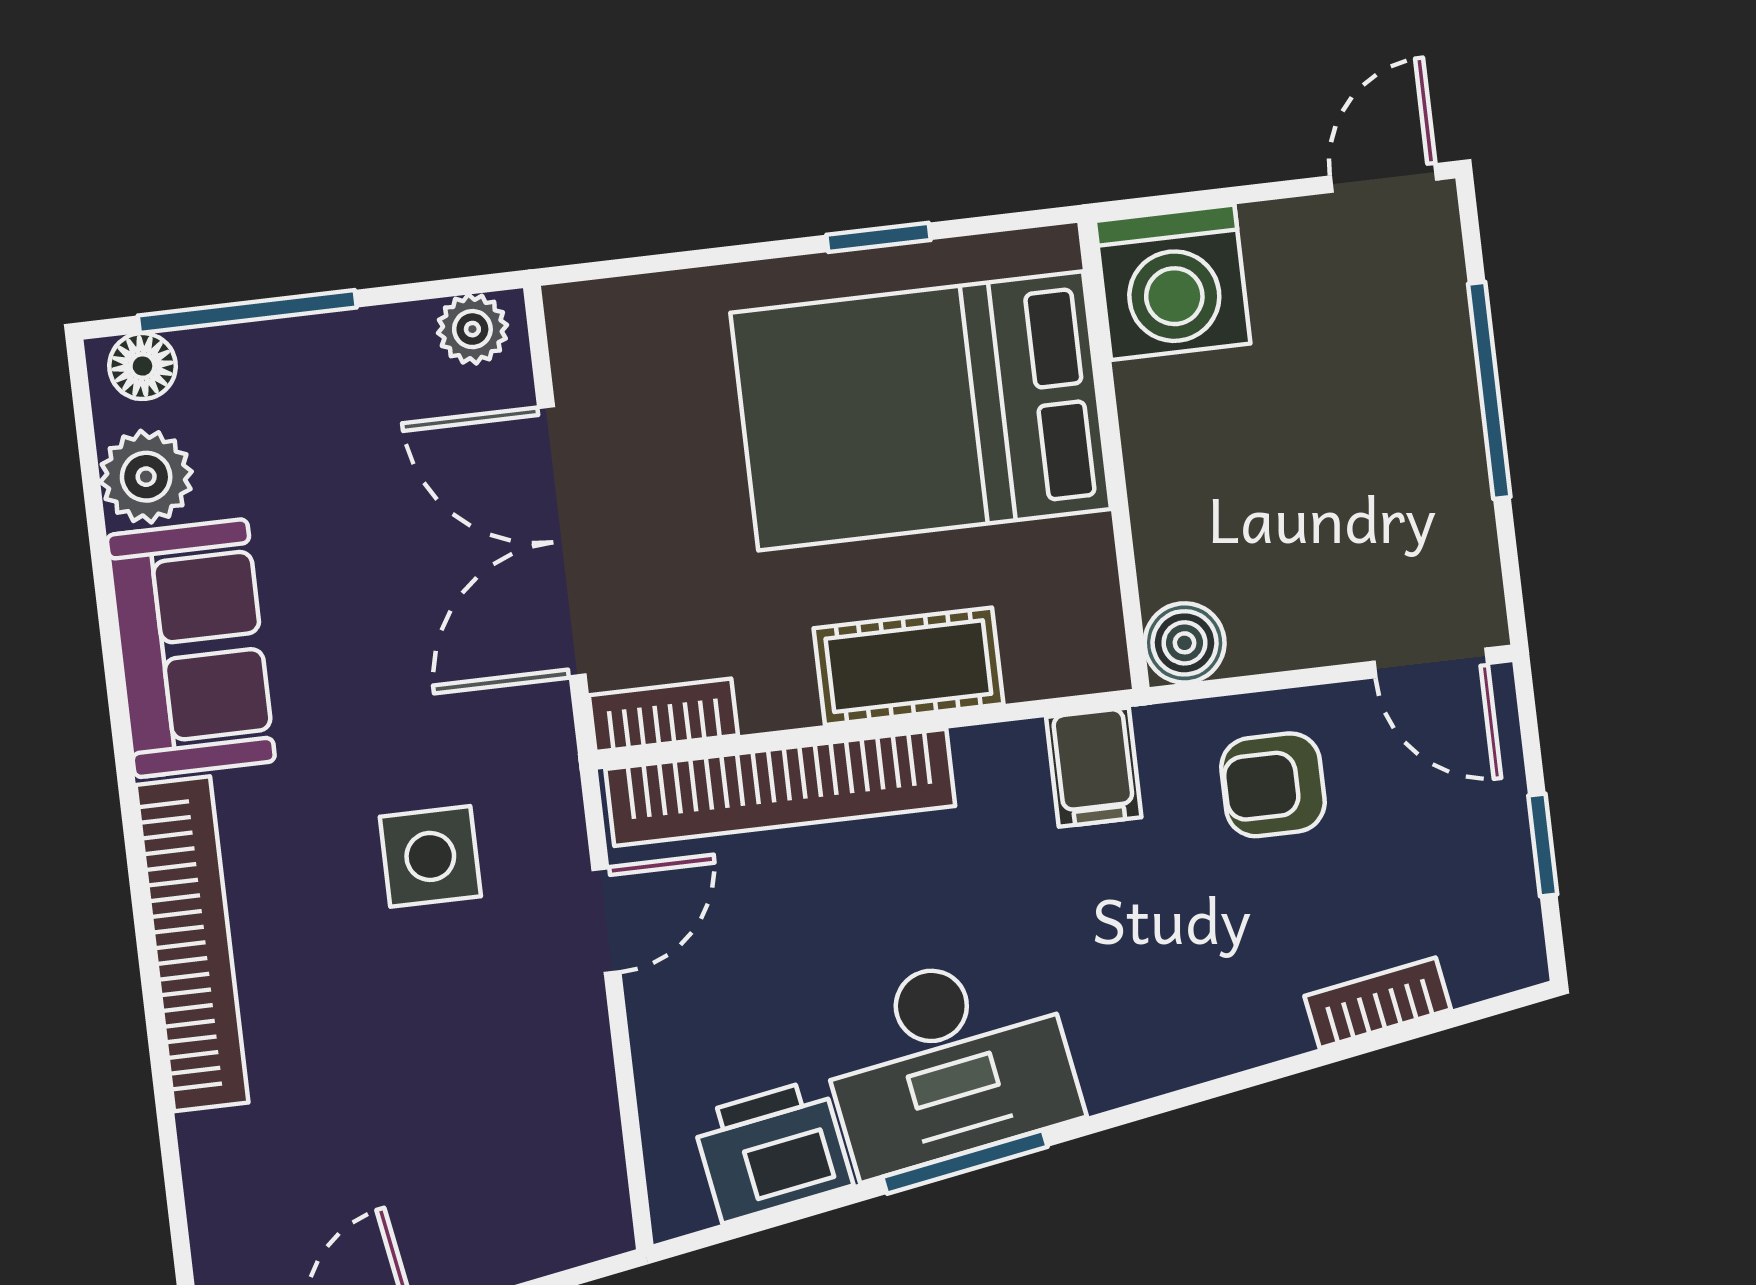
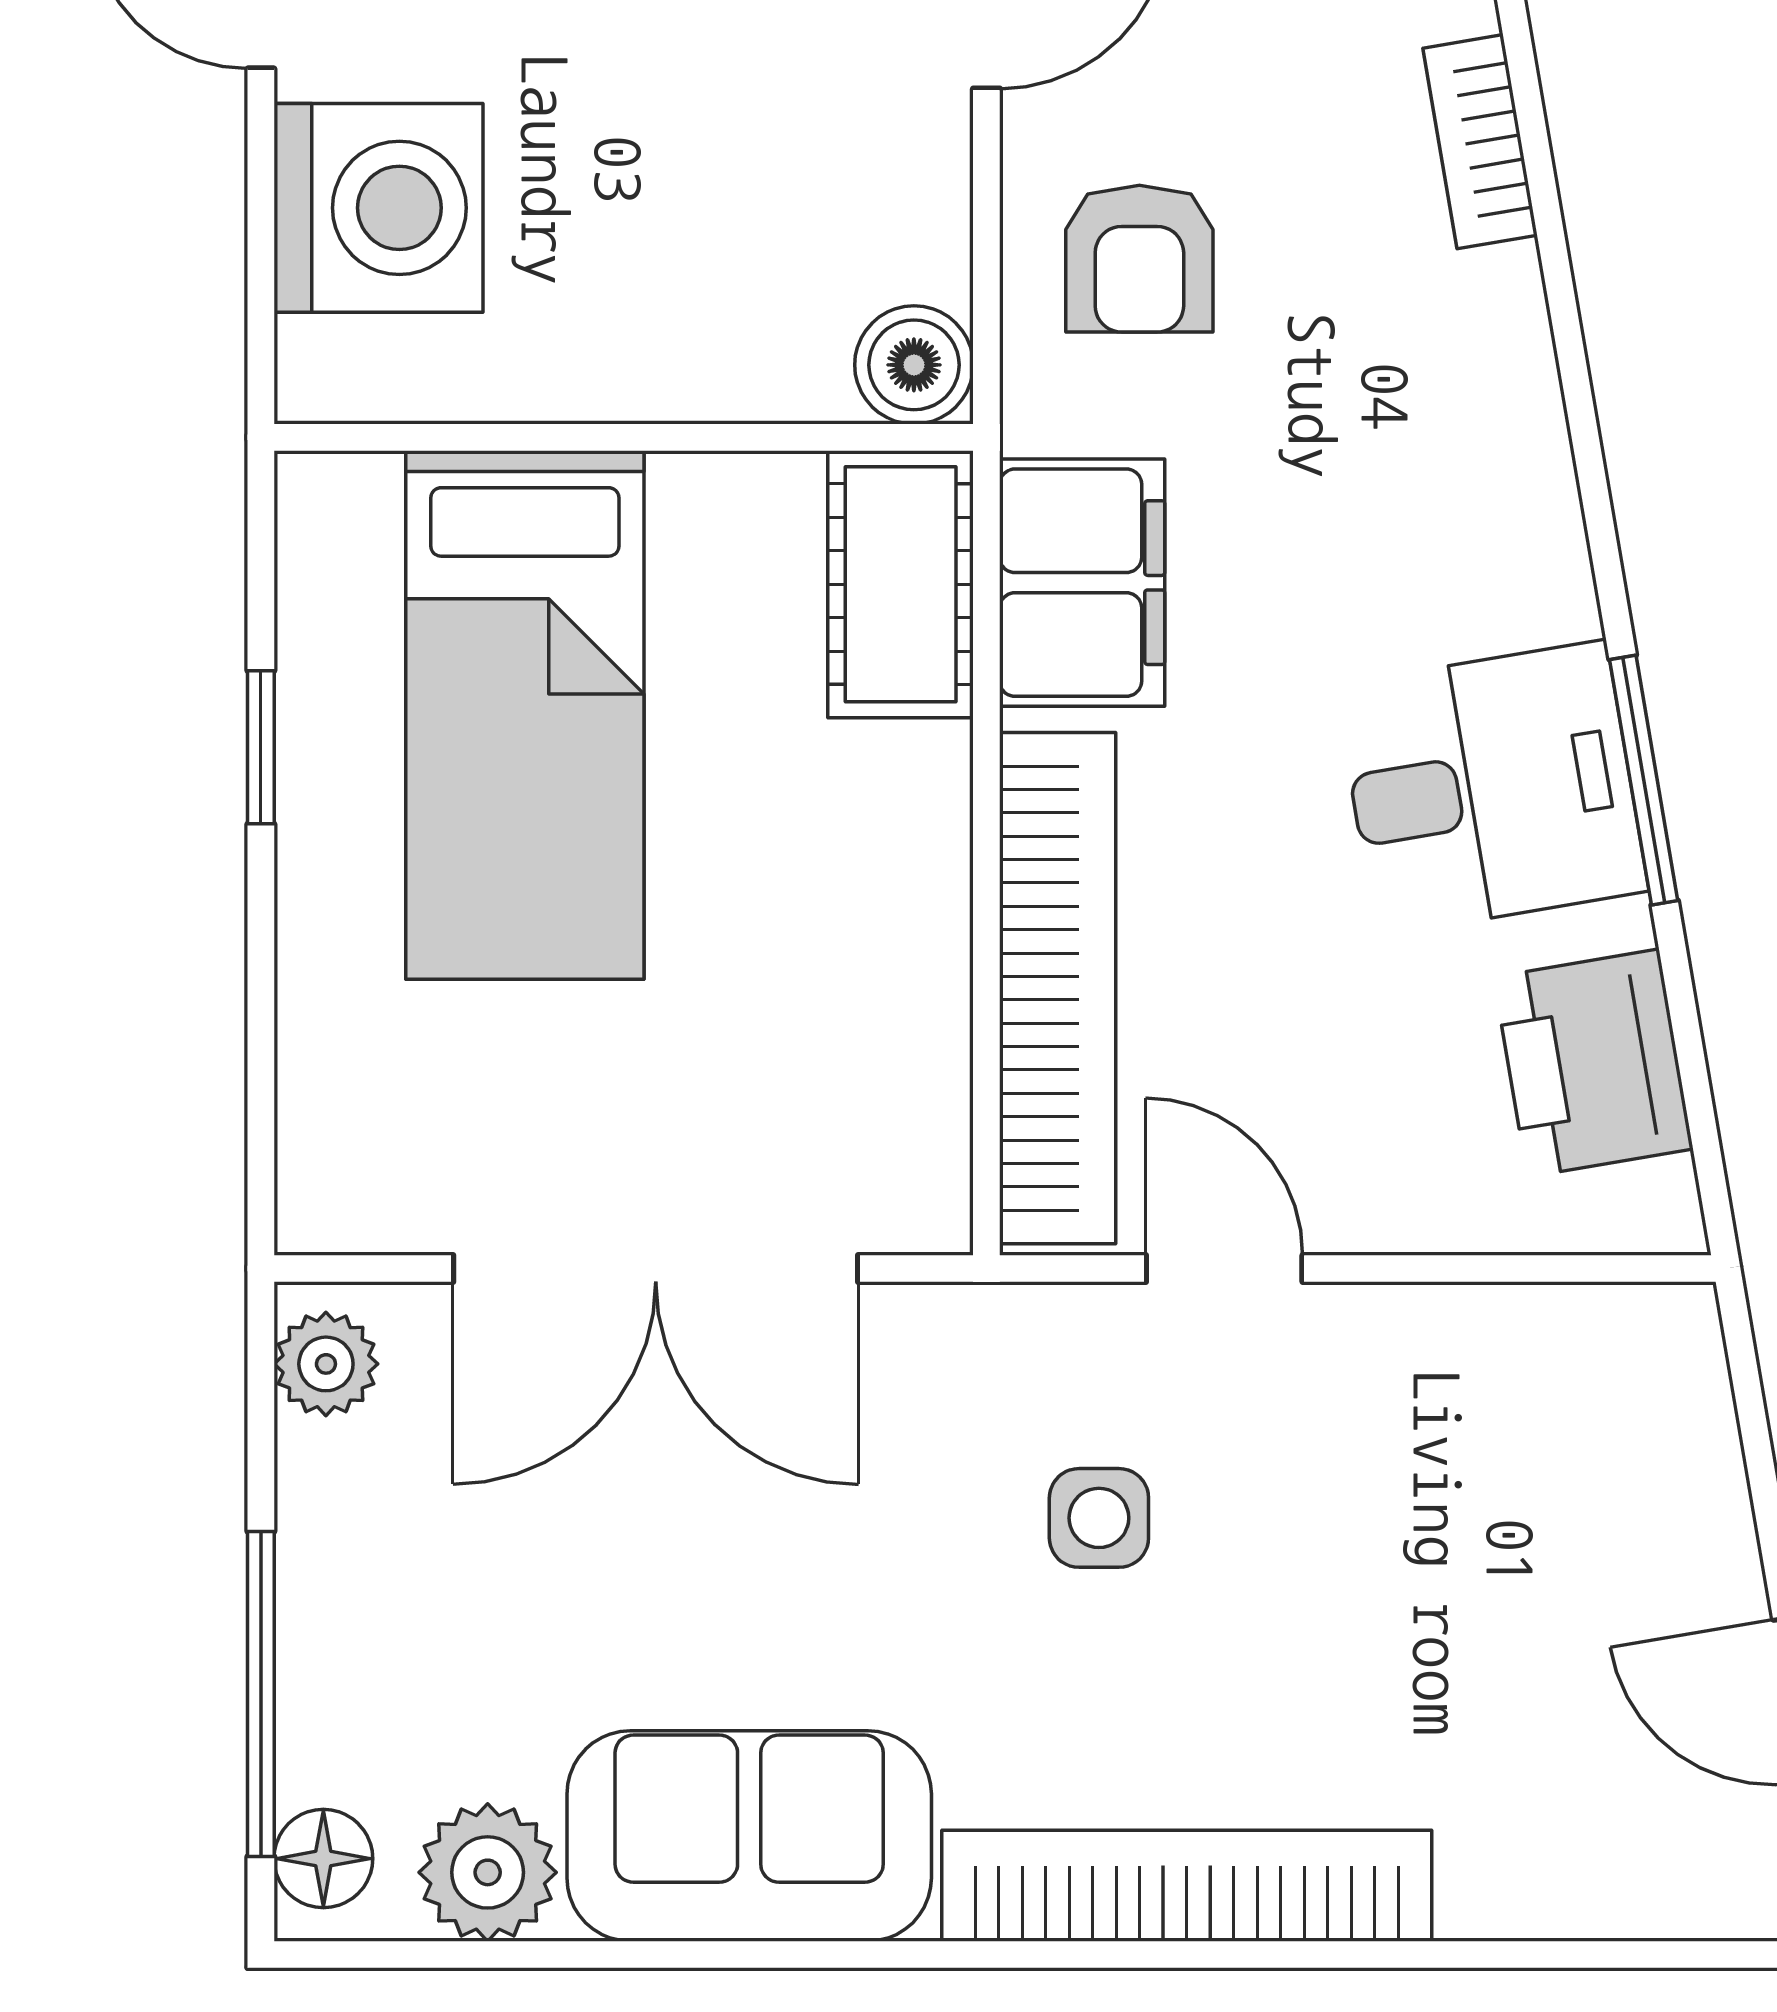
washing machine: (1173, 282) -> (378, 208), moved
bed: (921, 411) -> (525, 715), width x0.67
cot: (908, 666) -> (901, 584), moved
bookcase: (663, 715) -> (931, 1148), removed
filing cabinet: (1094, 767) -> (1082, 583), width x2.00
side table: (430, 856) -> (1099, 1518), width x0.73, depth x0.73
desk: (948, 1061) -> (1492, 788), width x0.73

